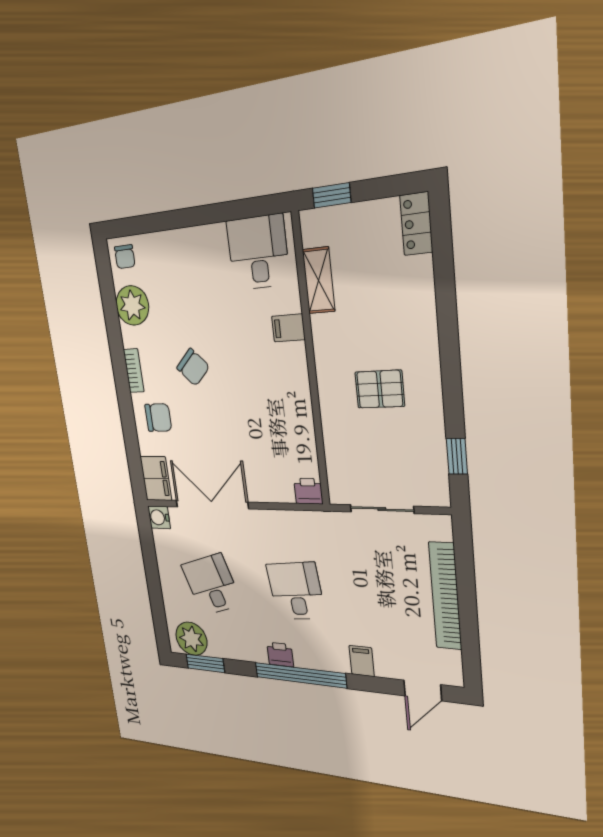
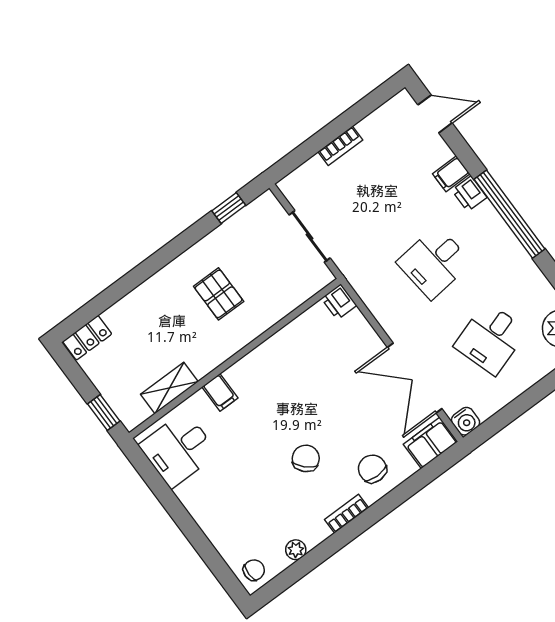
plant: (132, 306) -> (296, 550), width x0.53, depth x0.53
bookcase: (445, 596) -> (340, 146), width x0.43, depth x0.76
printer: (280, 654) -> (469, 194), moved

